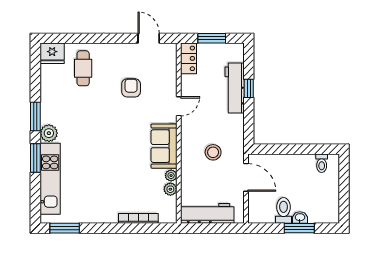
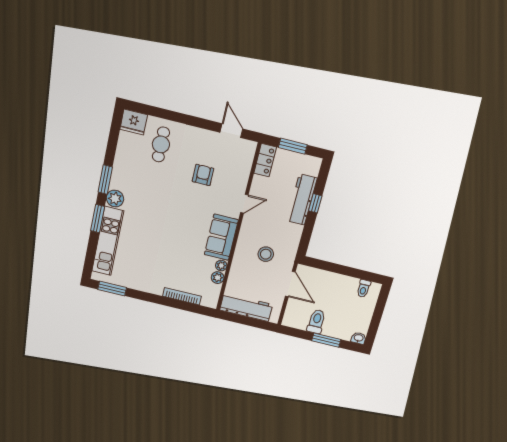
washbasin: (300, 218) -> (359, 338), moved

